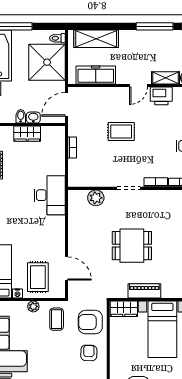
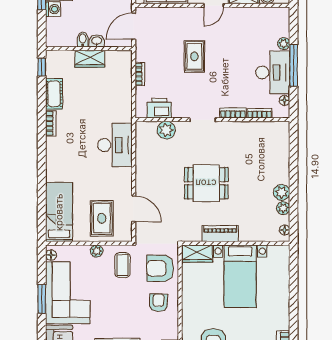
printer: (161, 96) -> (159, 108), moved, turned 180
rug: (121, 131) -> (194, 56), turned 90
desk: (50, 195) -> (115, 145), moved
nightstand: (17, 294) -> (79, 237), removed

